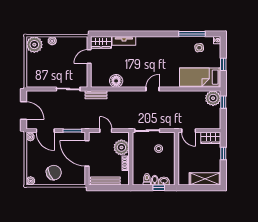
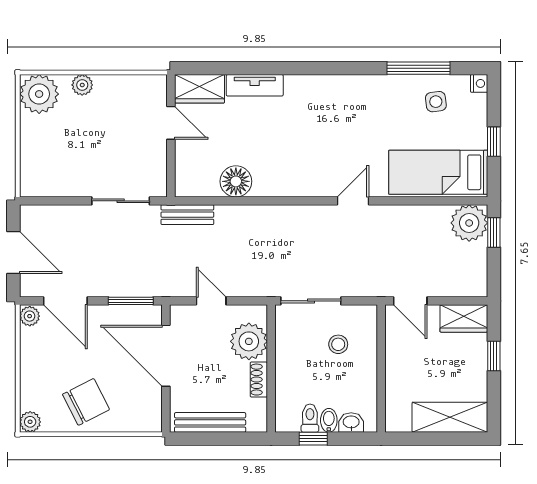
door: (89, 57) -> (171, 123), swing flipped
door: (153, 89) -> (353, 201), moved
window: (159, 188) -> (313, 439), moved

